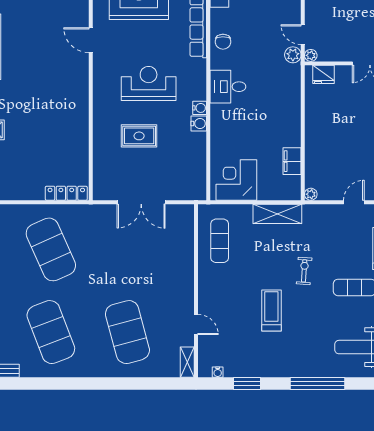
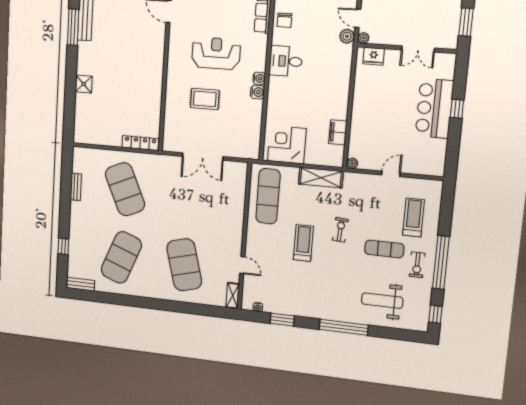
exercise mat: (220, 241) -> (268, 196), width x1.36, depth x1.45
treadmill: (271, 311) -> (303, 243), moved
exercise mat: (51, 332) -> (121, 257), turned 42

